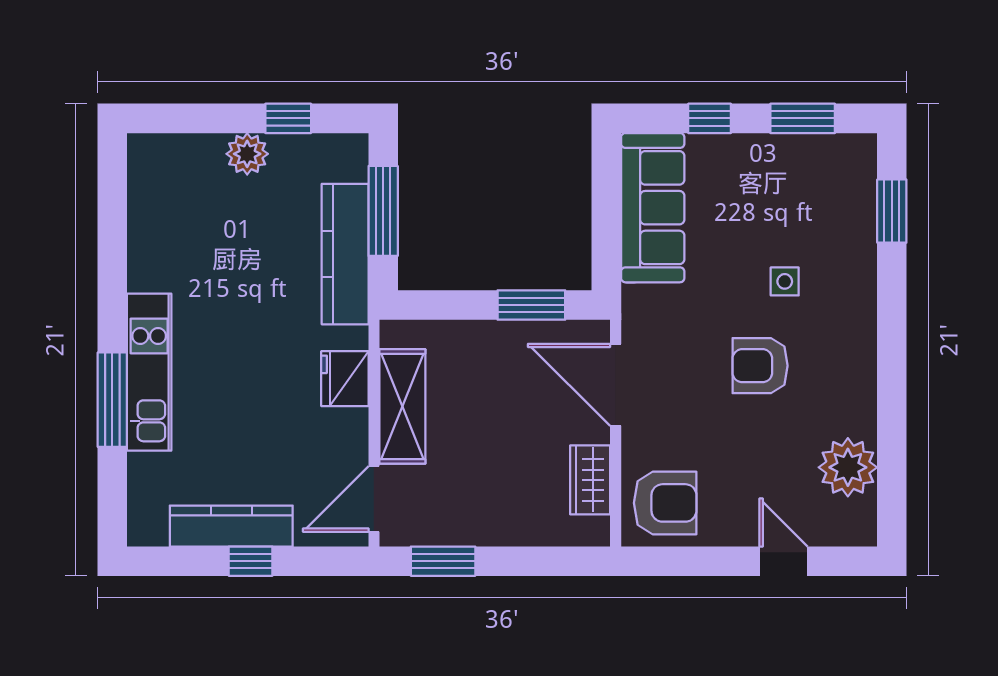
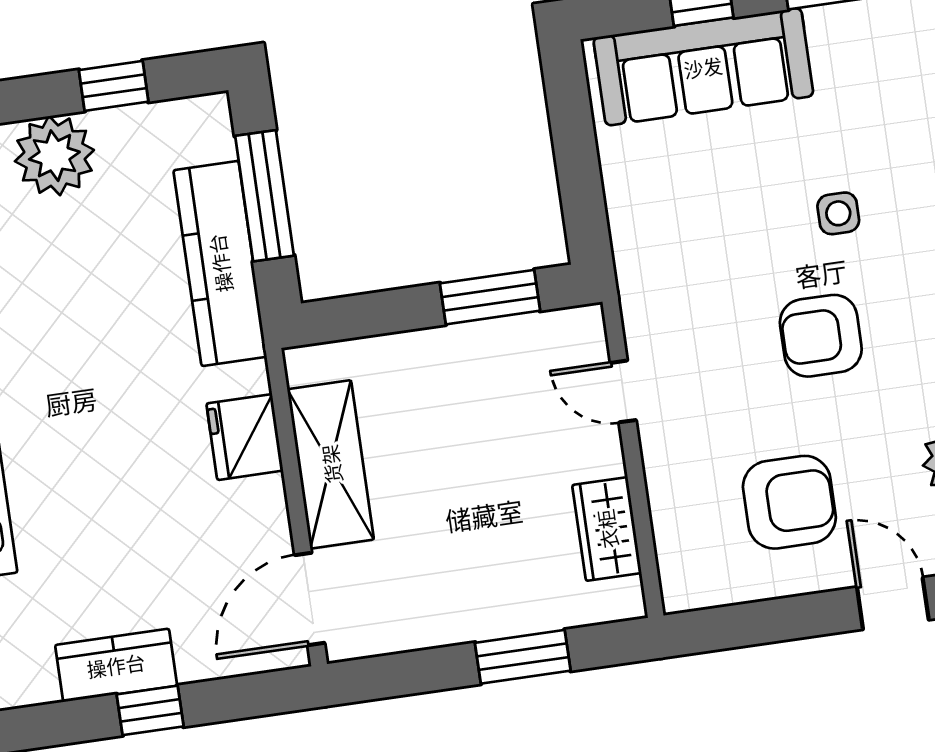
plant: (247, 154) -> (54, 156), width x1.36, depth x1.36
sofa: (653, 208) -> (703, 67), moved, turned 90
door: (616, 385) -> (623, 391), width x0.53
armchair: (665, 503) -> (789, 502), moved
kitchen counter: (231, 526) -> (116, 665), width x0.67
window: (443, 561) -> (523, 657), moved

